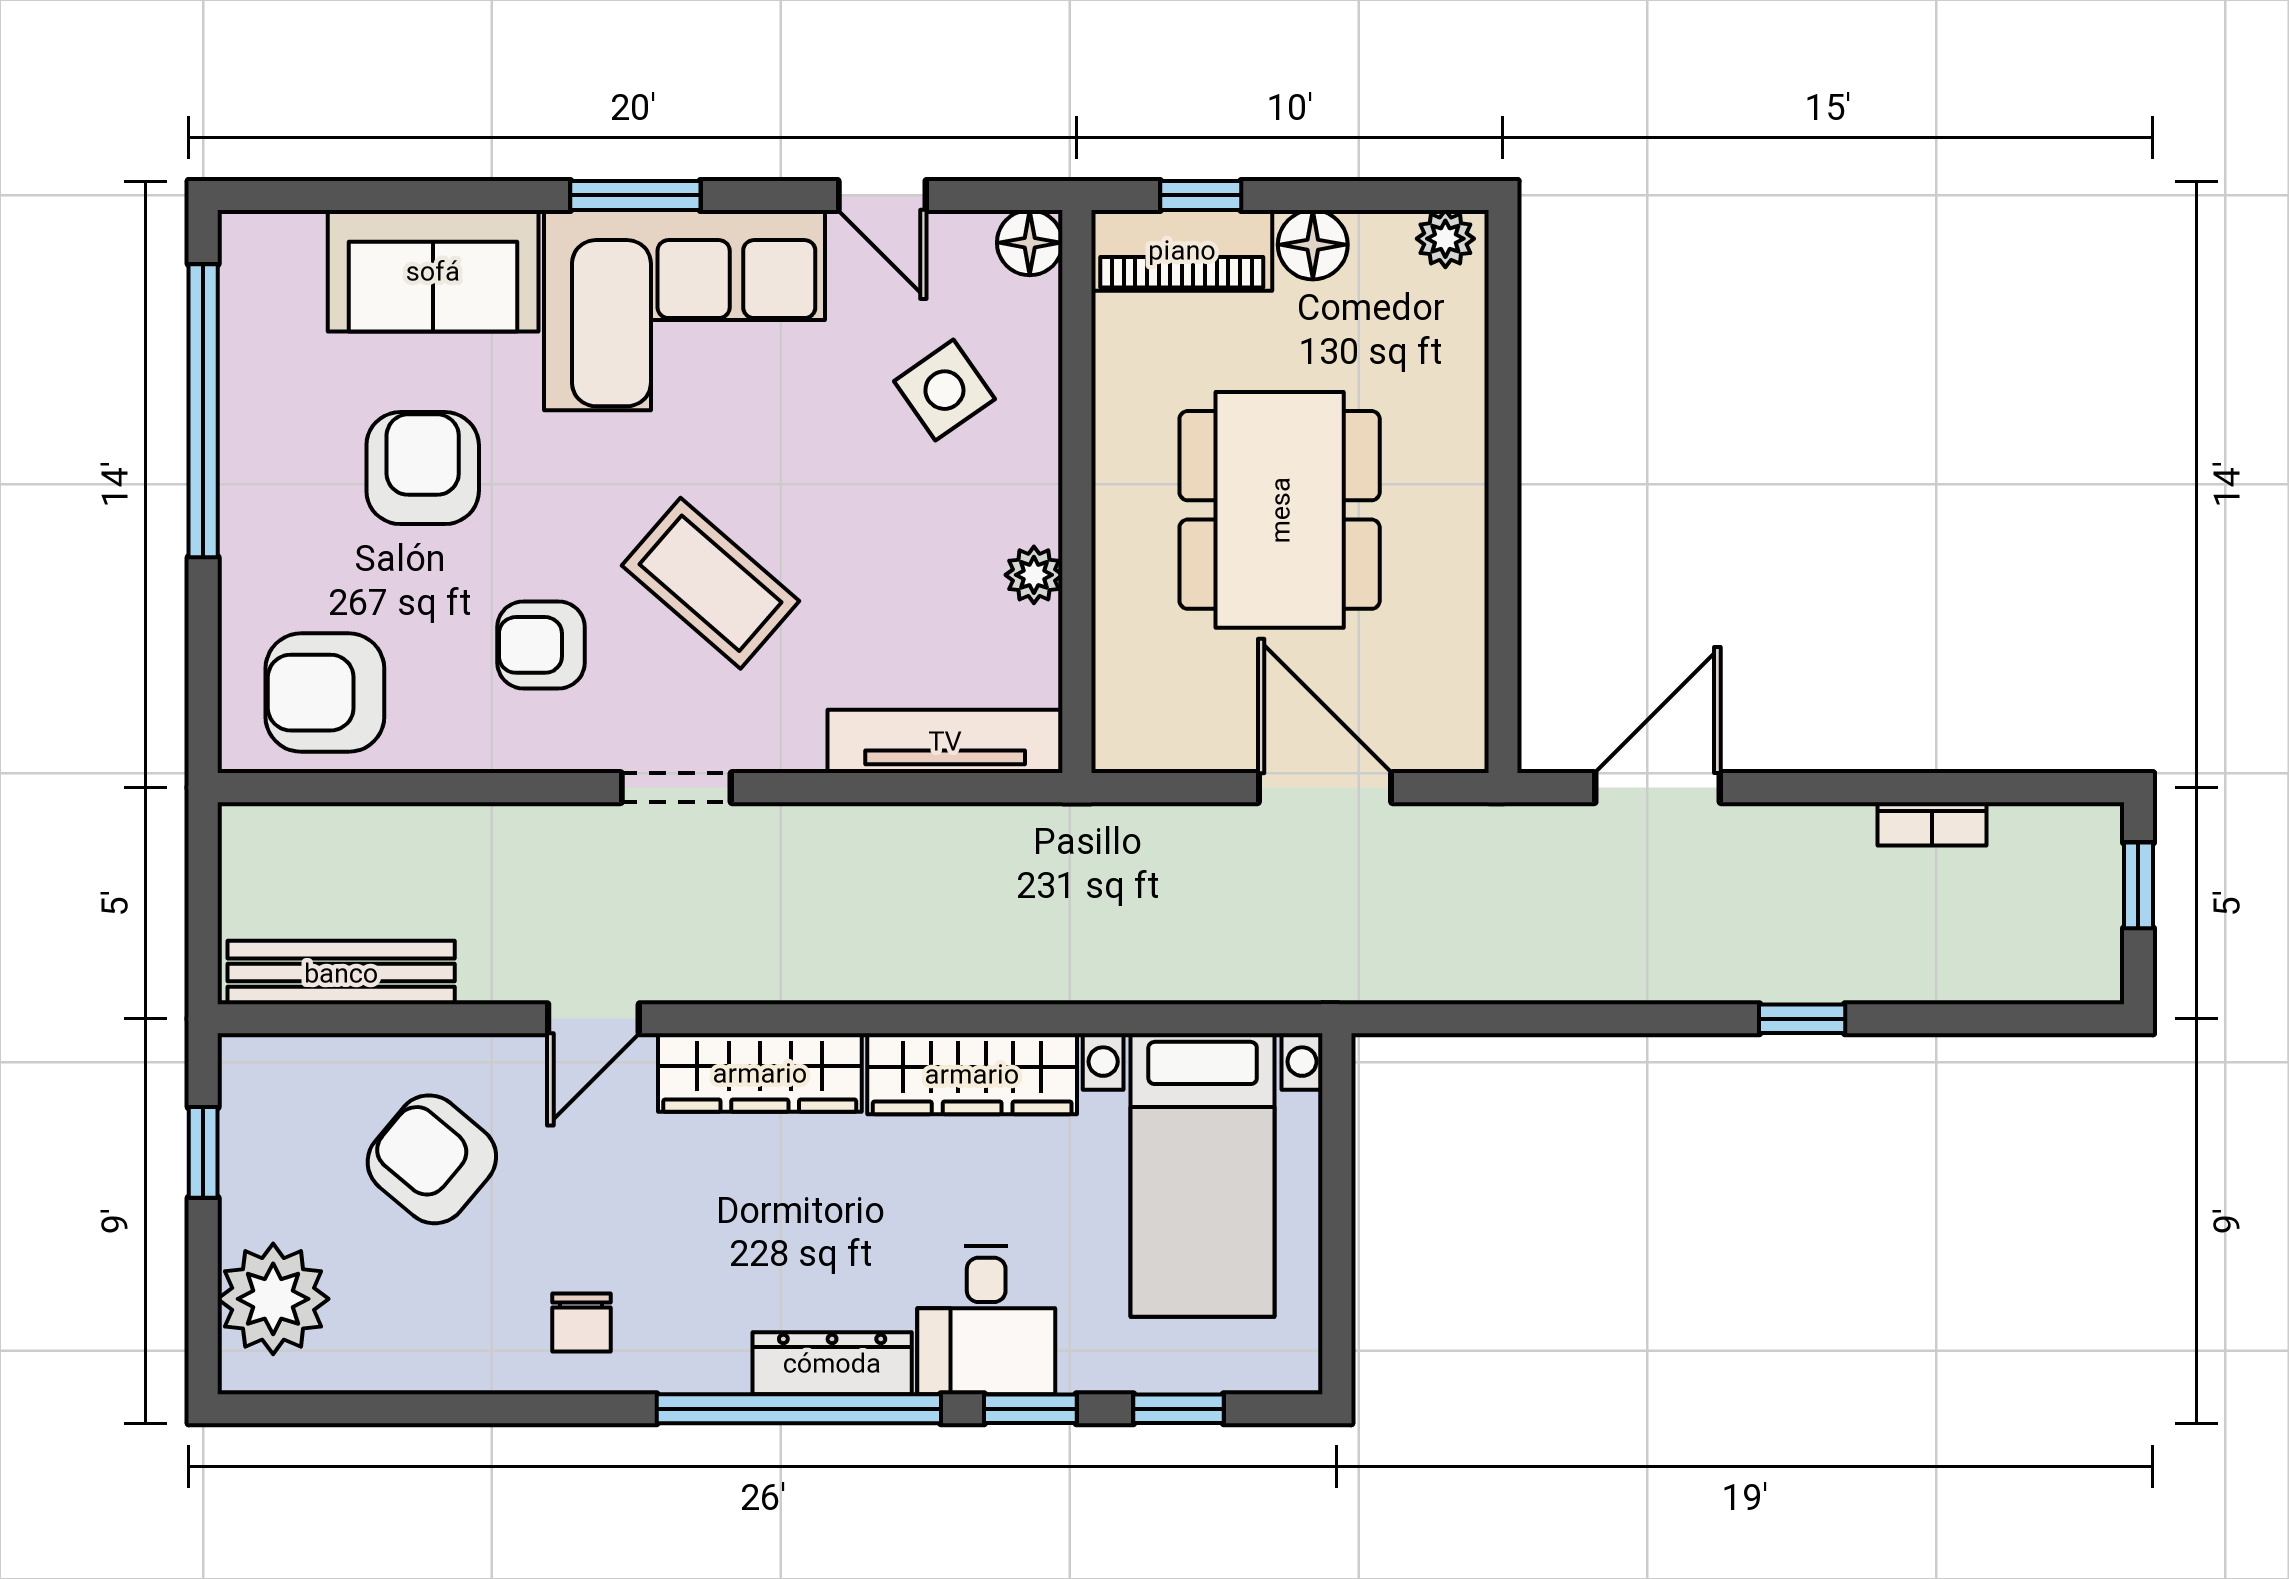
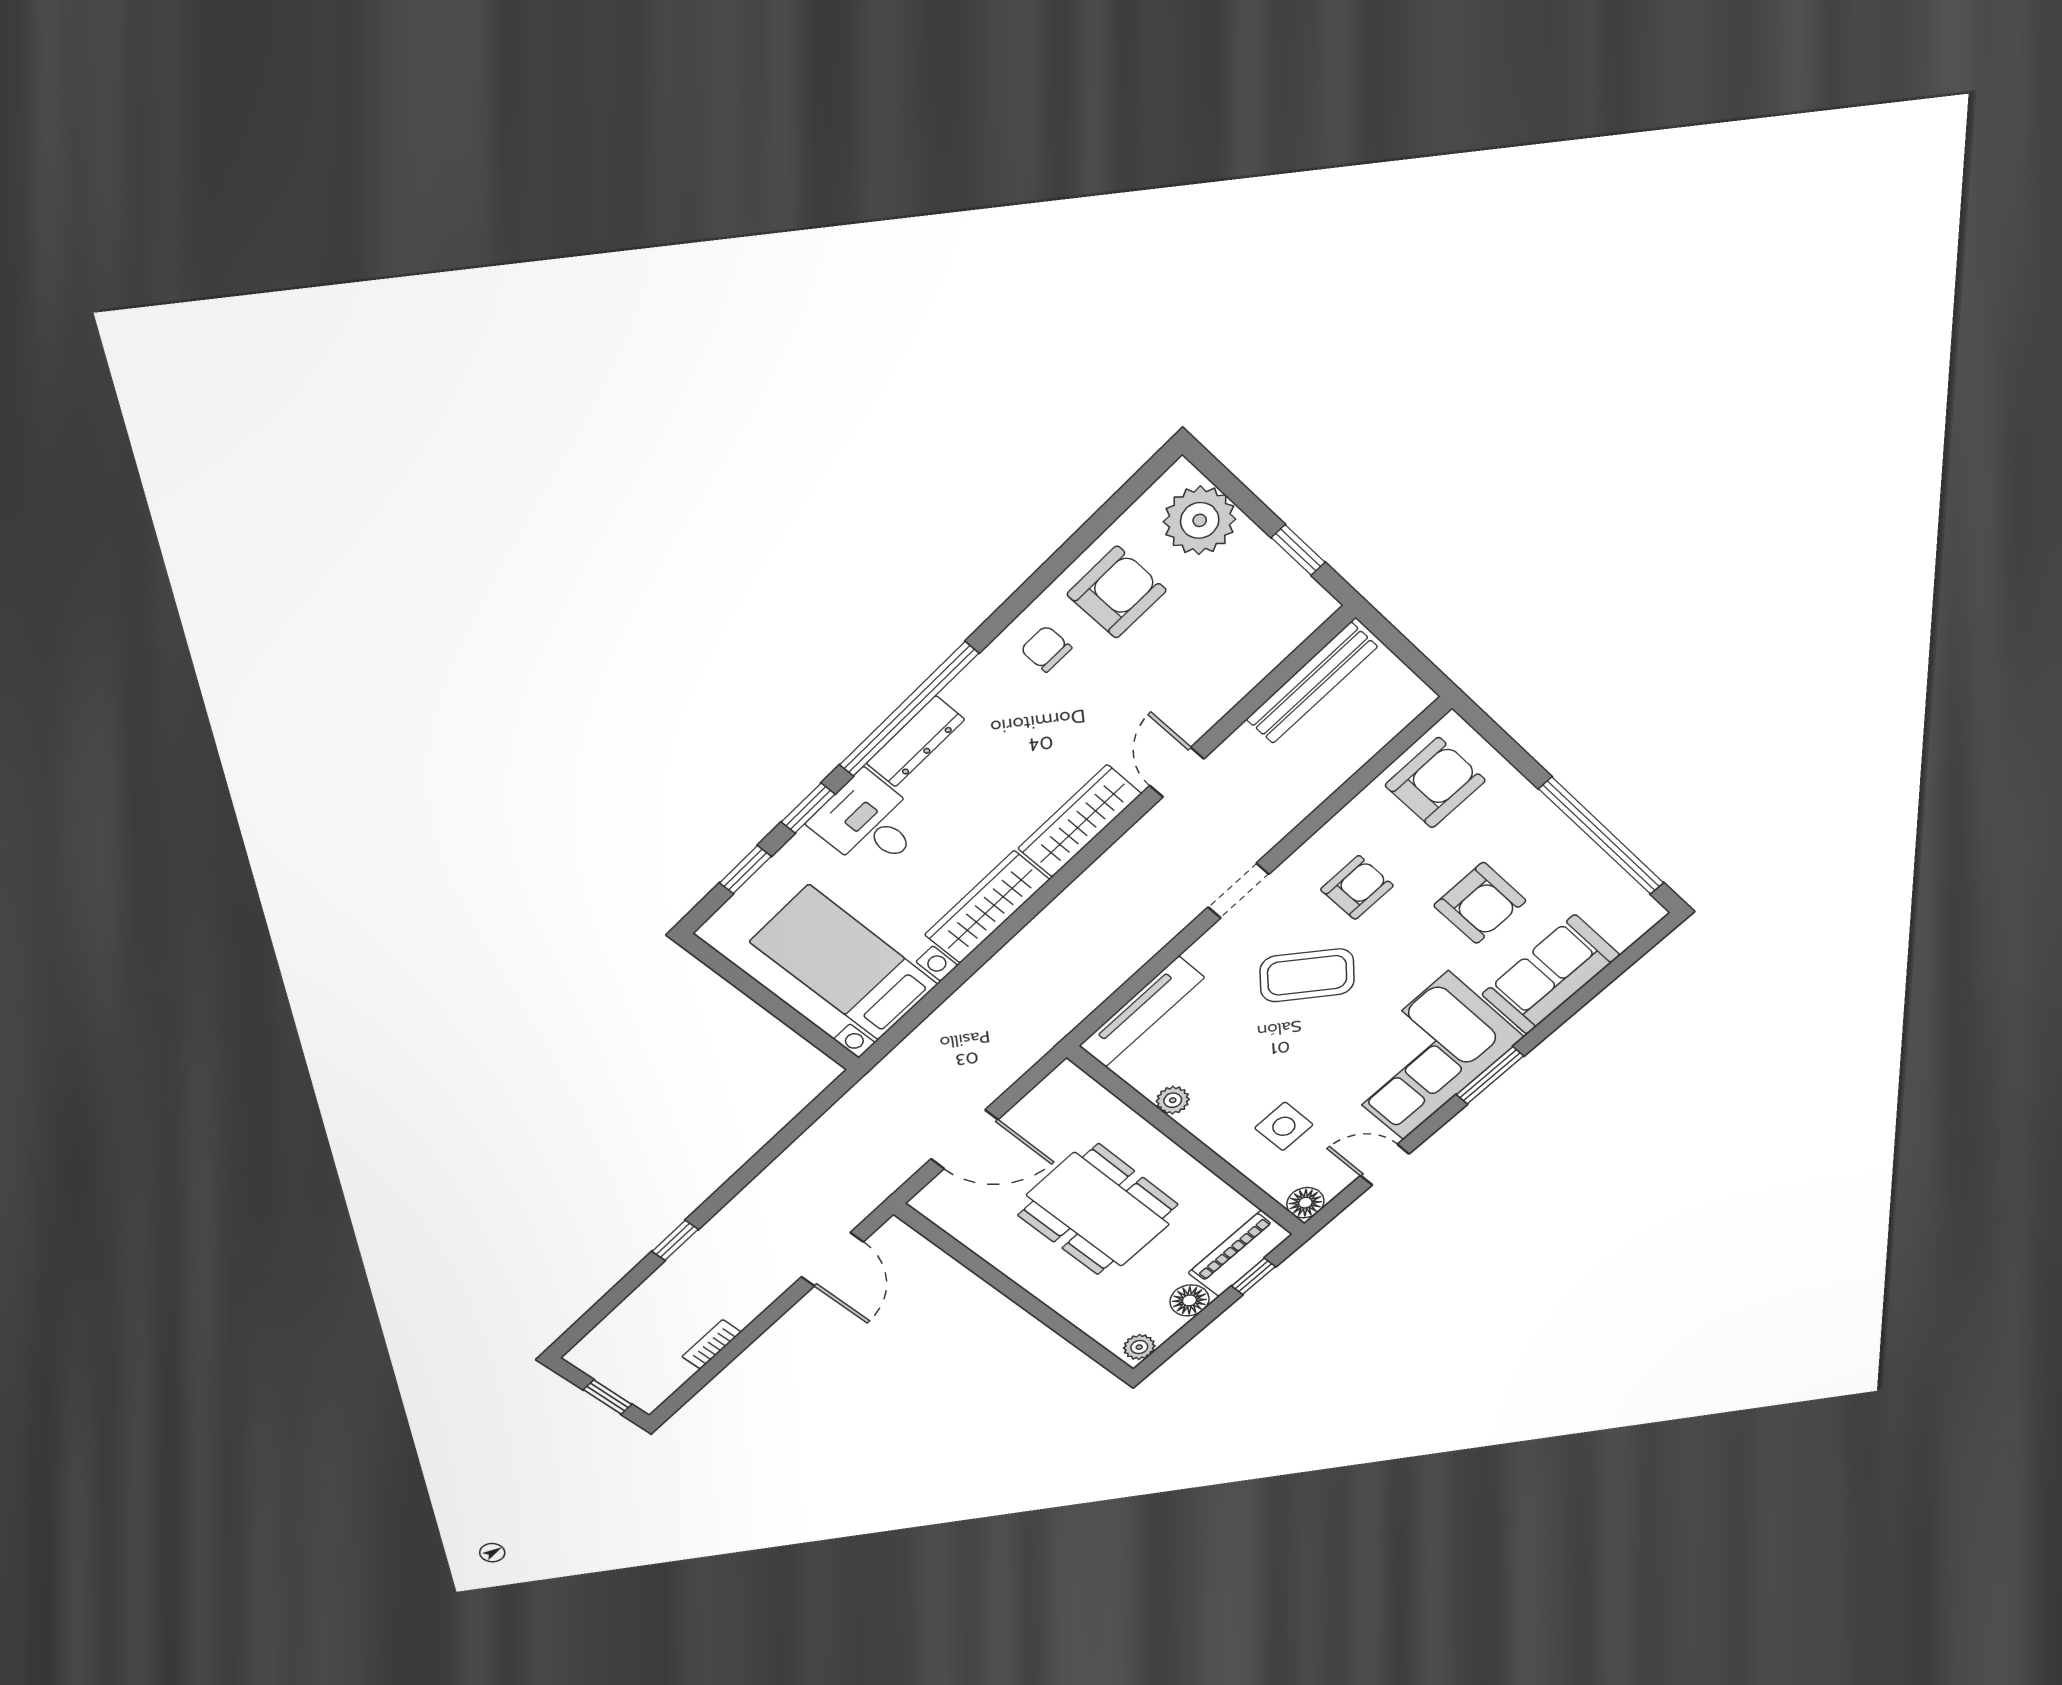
side table: (944, 390) -> (1284, 1126), turned 35
armchair: (432, 1159) -> (1117, 592), moved, turned -40

